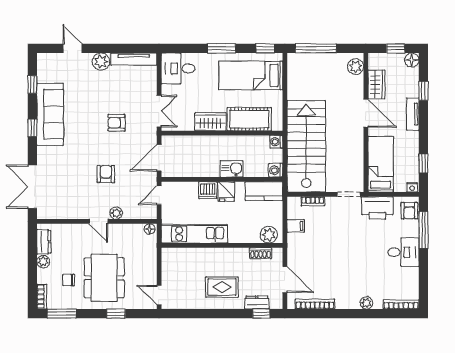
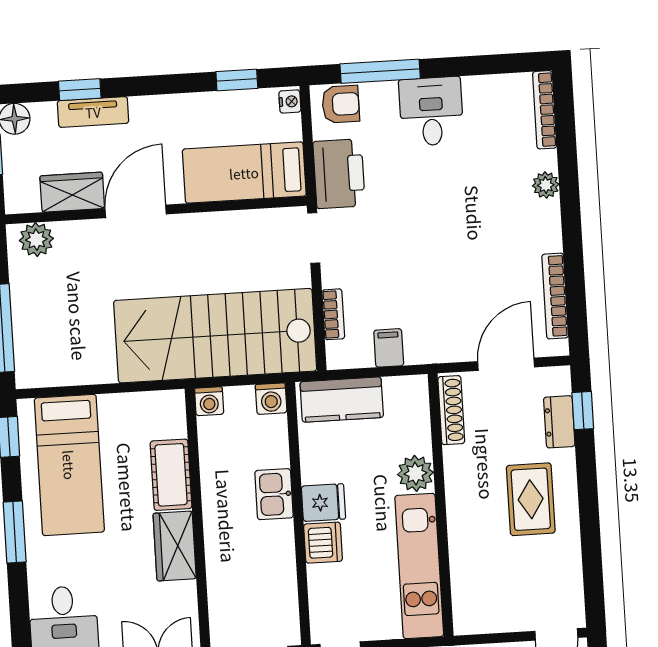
tv unit: (413, 114) -> (93, 112), moved
cot: (249, 119) -> (171, 475), width x0.73, depth x0.75
kitchen counter: (264, 191) -> (342, 400), moved, turned 90
plant: (269, 235) -> (416, 473), moved
shoe rack: (261, 253) -> (451, 410), width x1.43

